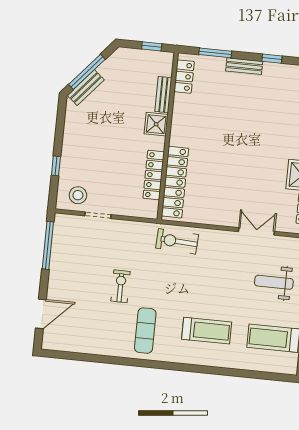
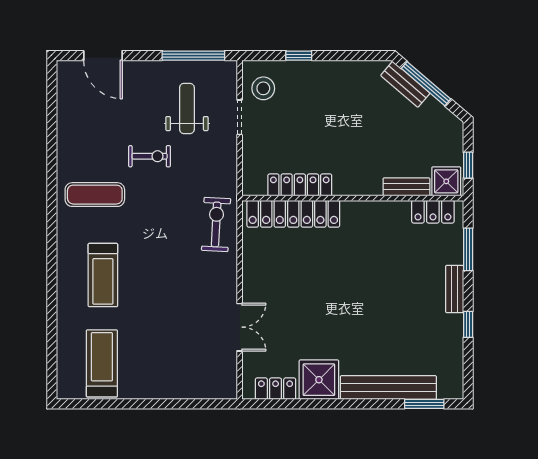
shower: (156, 124) -> (446, 181), moved
weight bench: (274, 282) -> (187, 108), moved

